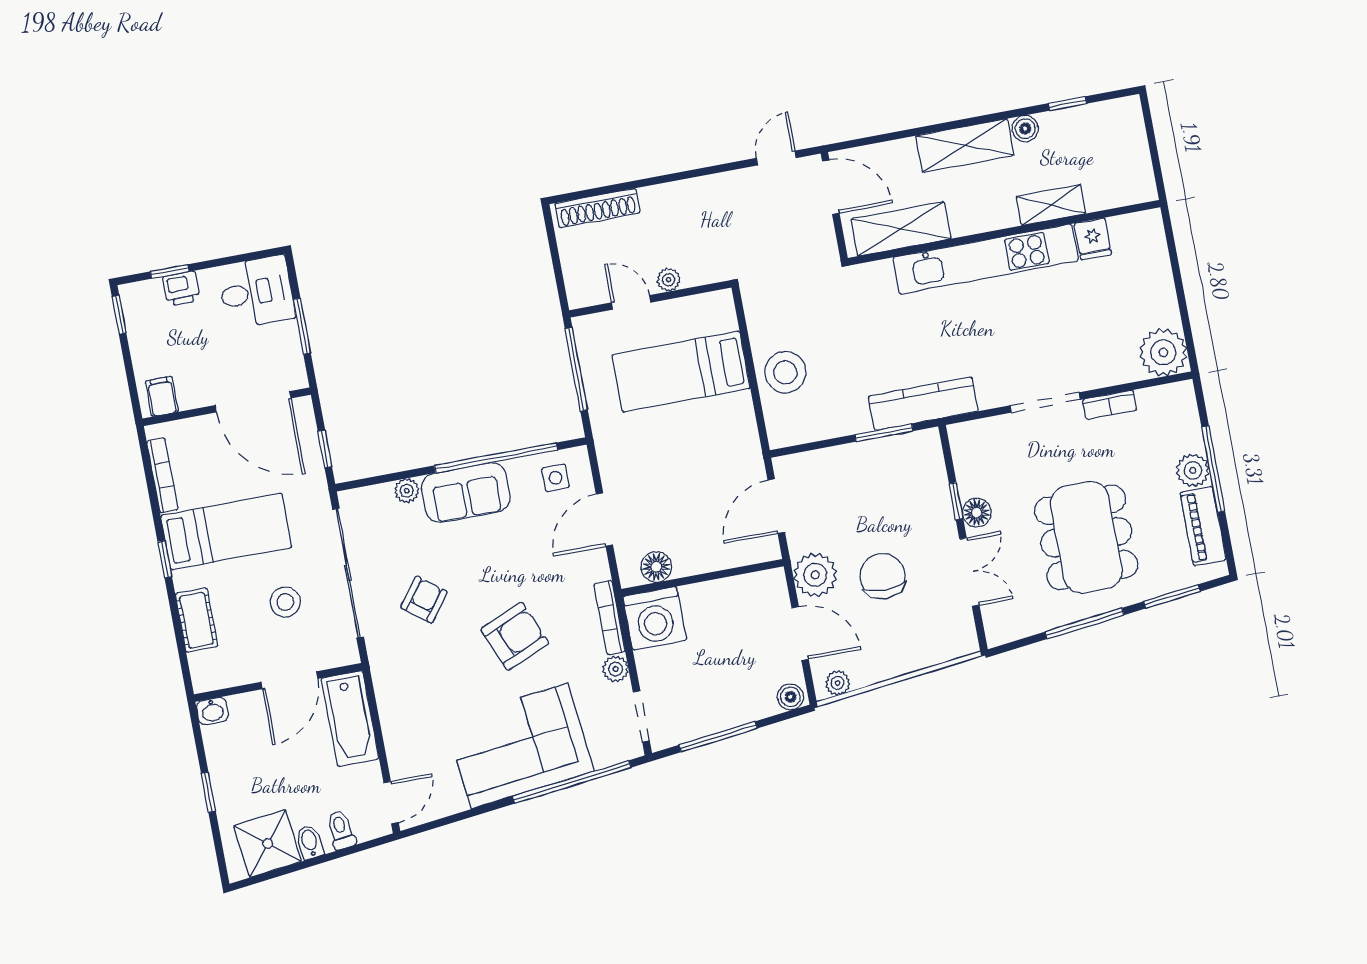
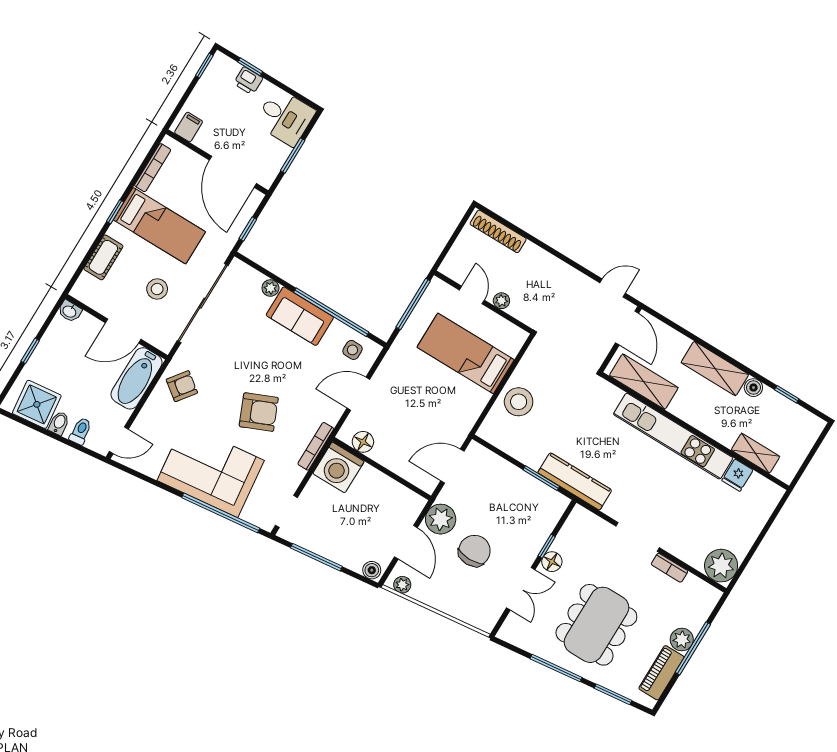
shelving: (1051, 205) -> (755, 453), moved
armchair: (424, 600) -> (182, 386), moved
plant: (615, 669) -> (295, 475), removed

